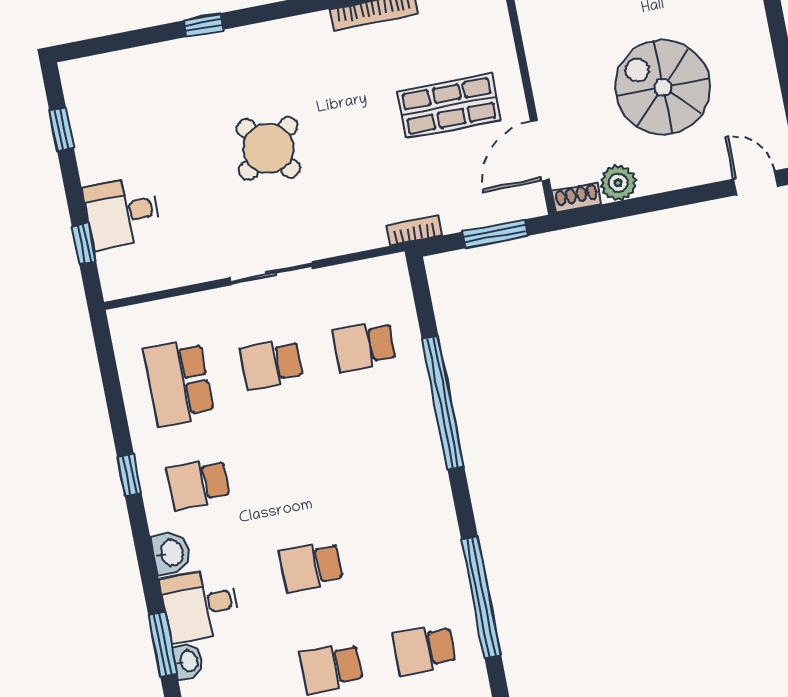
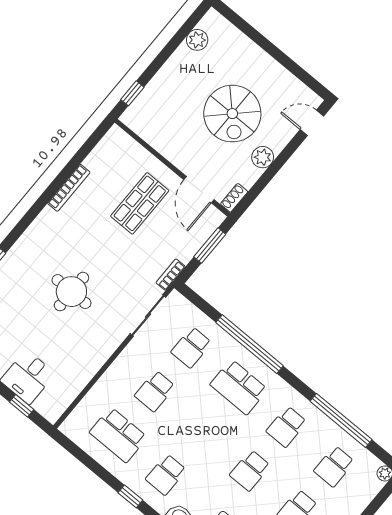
spiral stairs: (663, 87) -> (232, 114), turned -90
round table: (268, 148) -> (71, 292), turned 37
plant: (618, 183) -> (263, 157), moved
sliding door: (271, 273) -> (148, 316), moved
school desk: (384, 447) -> (239, 387), added
school desk: (404, 548) -> (286, 427), added

